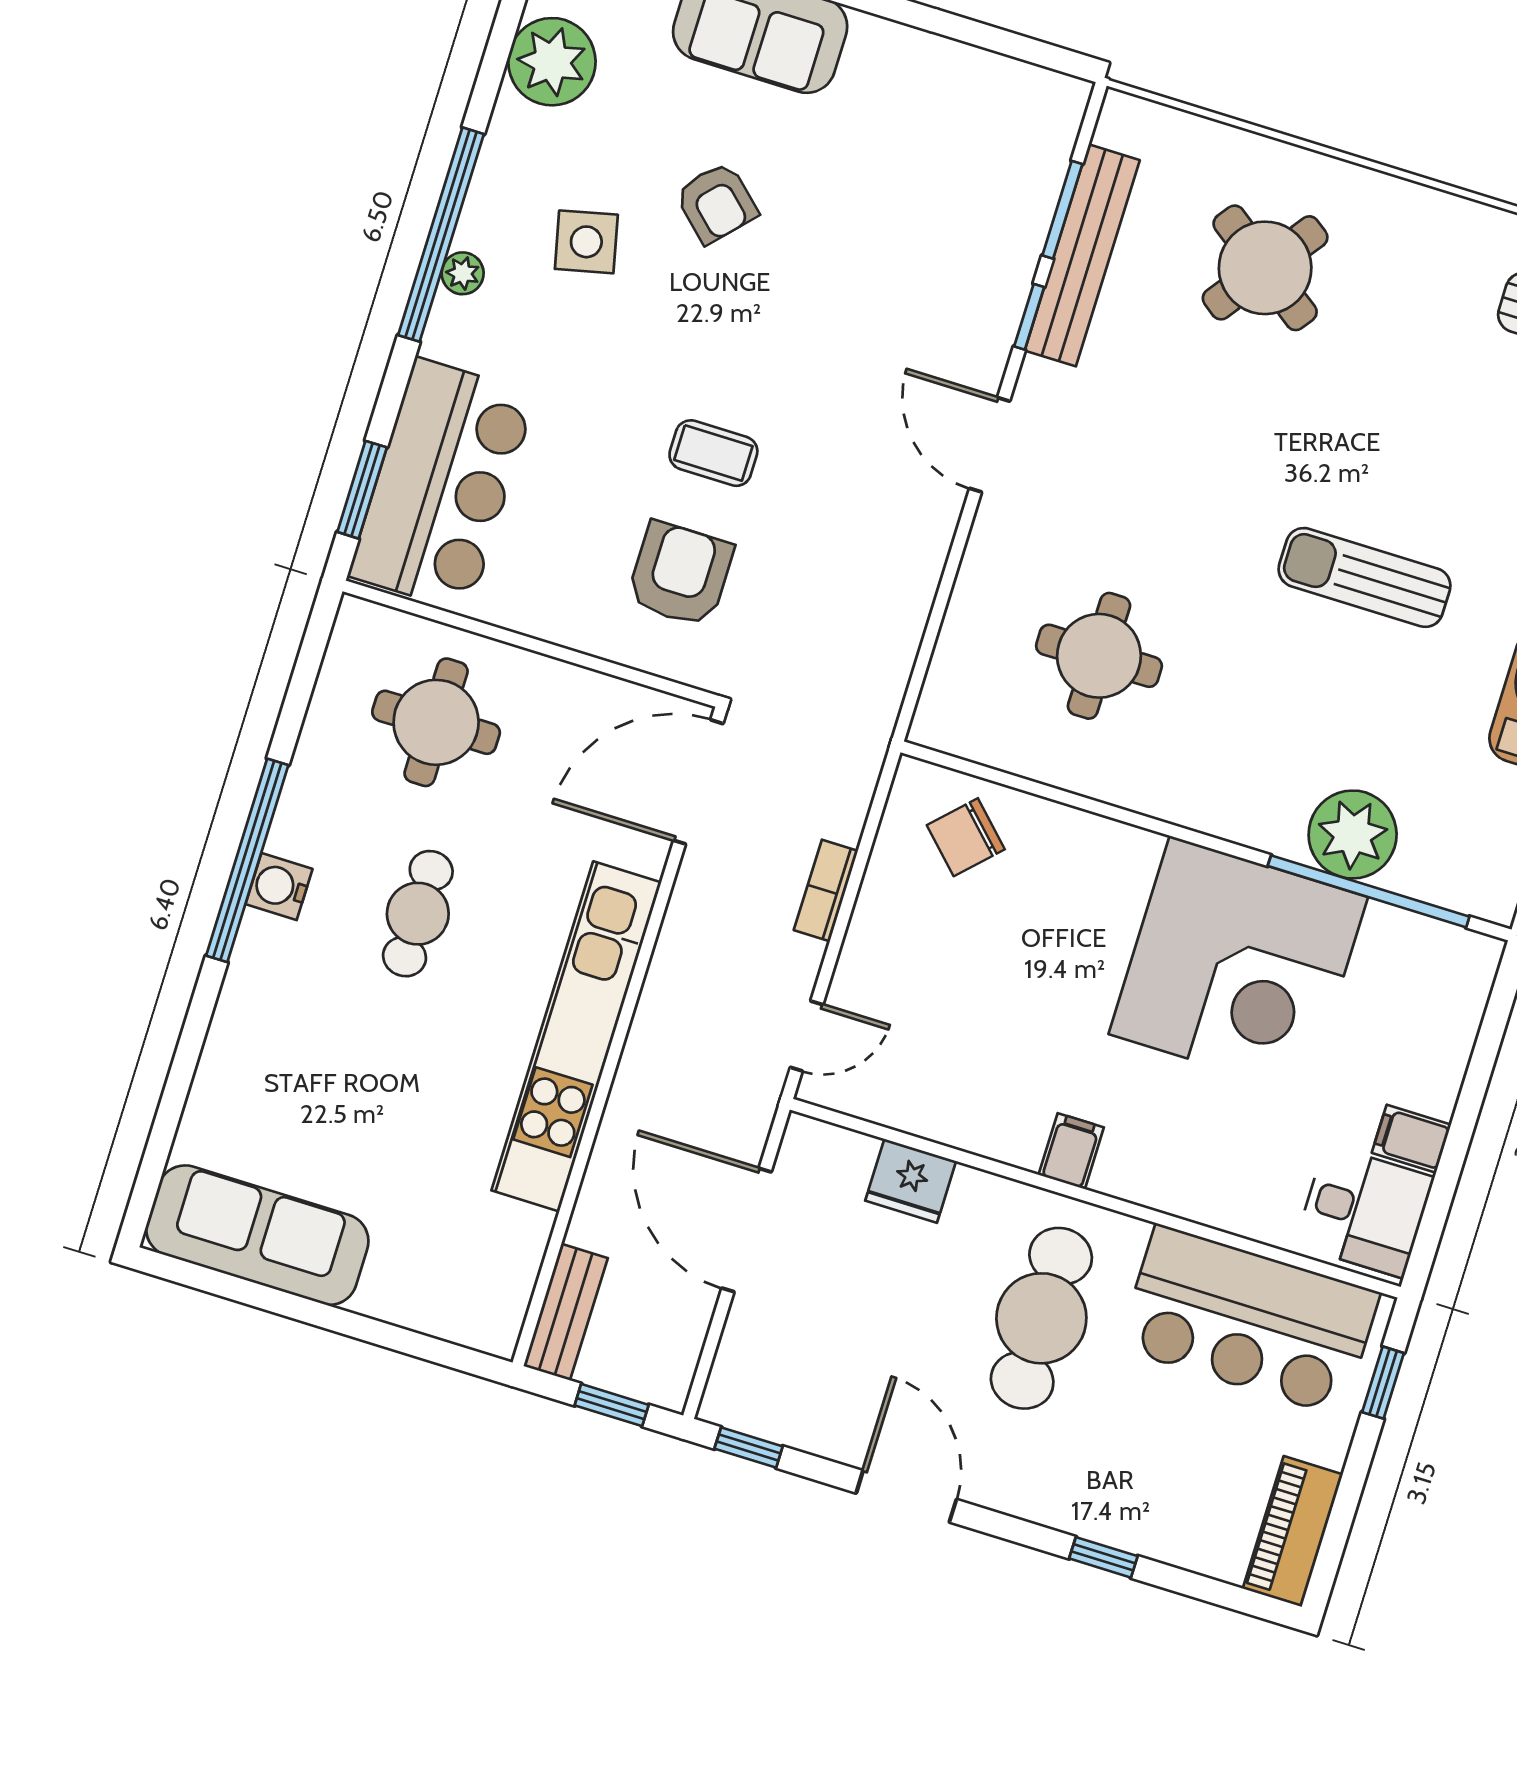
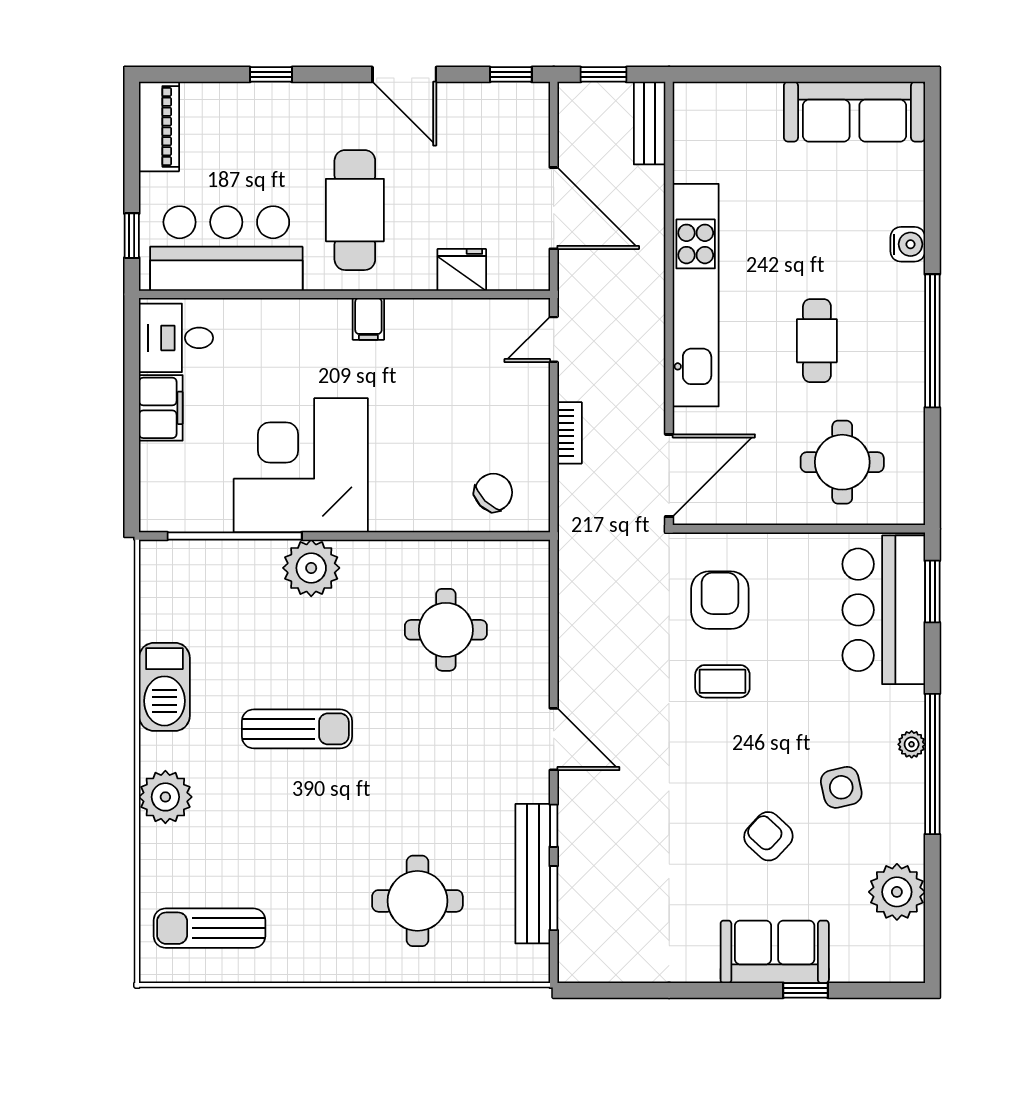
round table: (1265, 268) -> (417, 901), turned -36
armchair: (680, 574) -> (720, 600), turned 180
plant: (1353, 834) -> (311, 568), moved
water cooler: (279, 887) -> (908, 244), moved
filing cabinet: (1411, 1139) -> (161, 408), width x2.00

